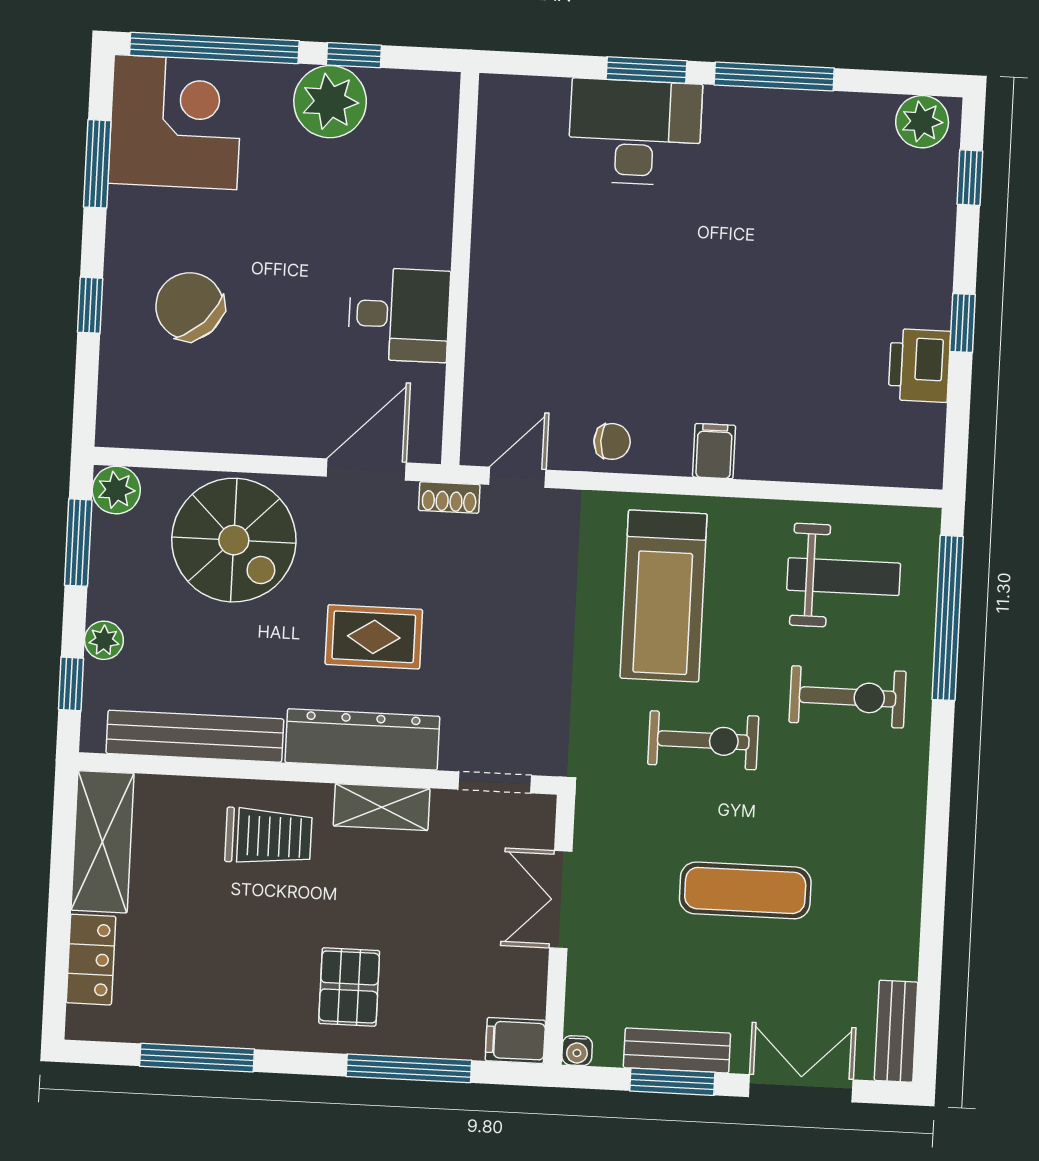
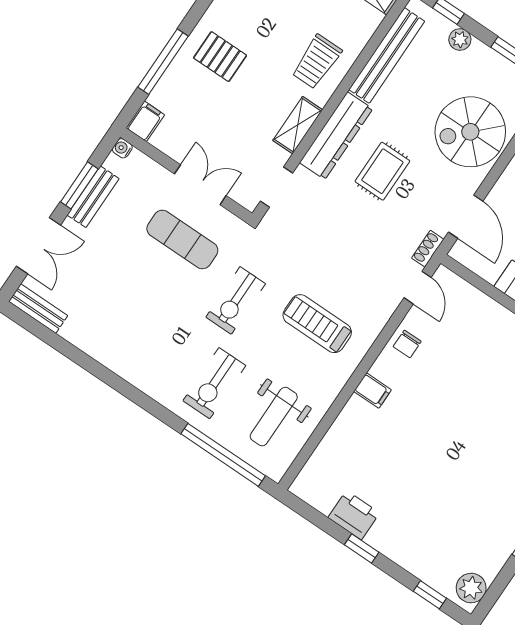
treadmill: (664, 596) -> (317, 324), width x0.73, depth x0.73
exercise mat: (745, 890) -> (182, 239), moved, turned 90

